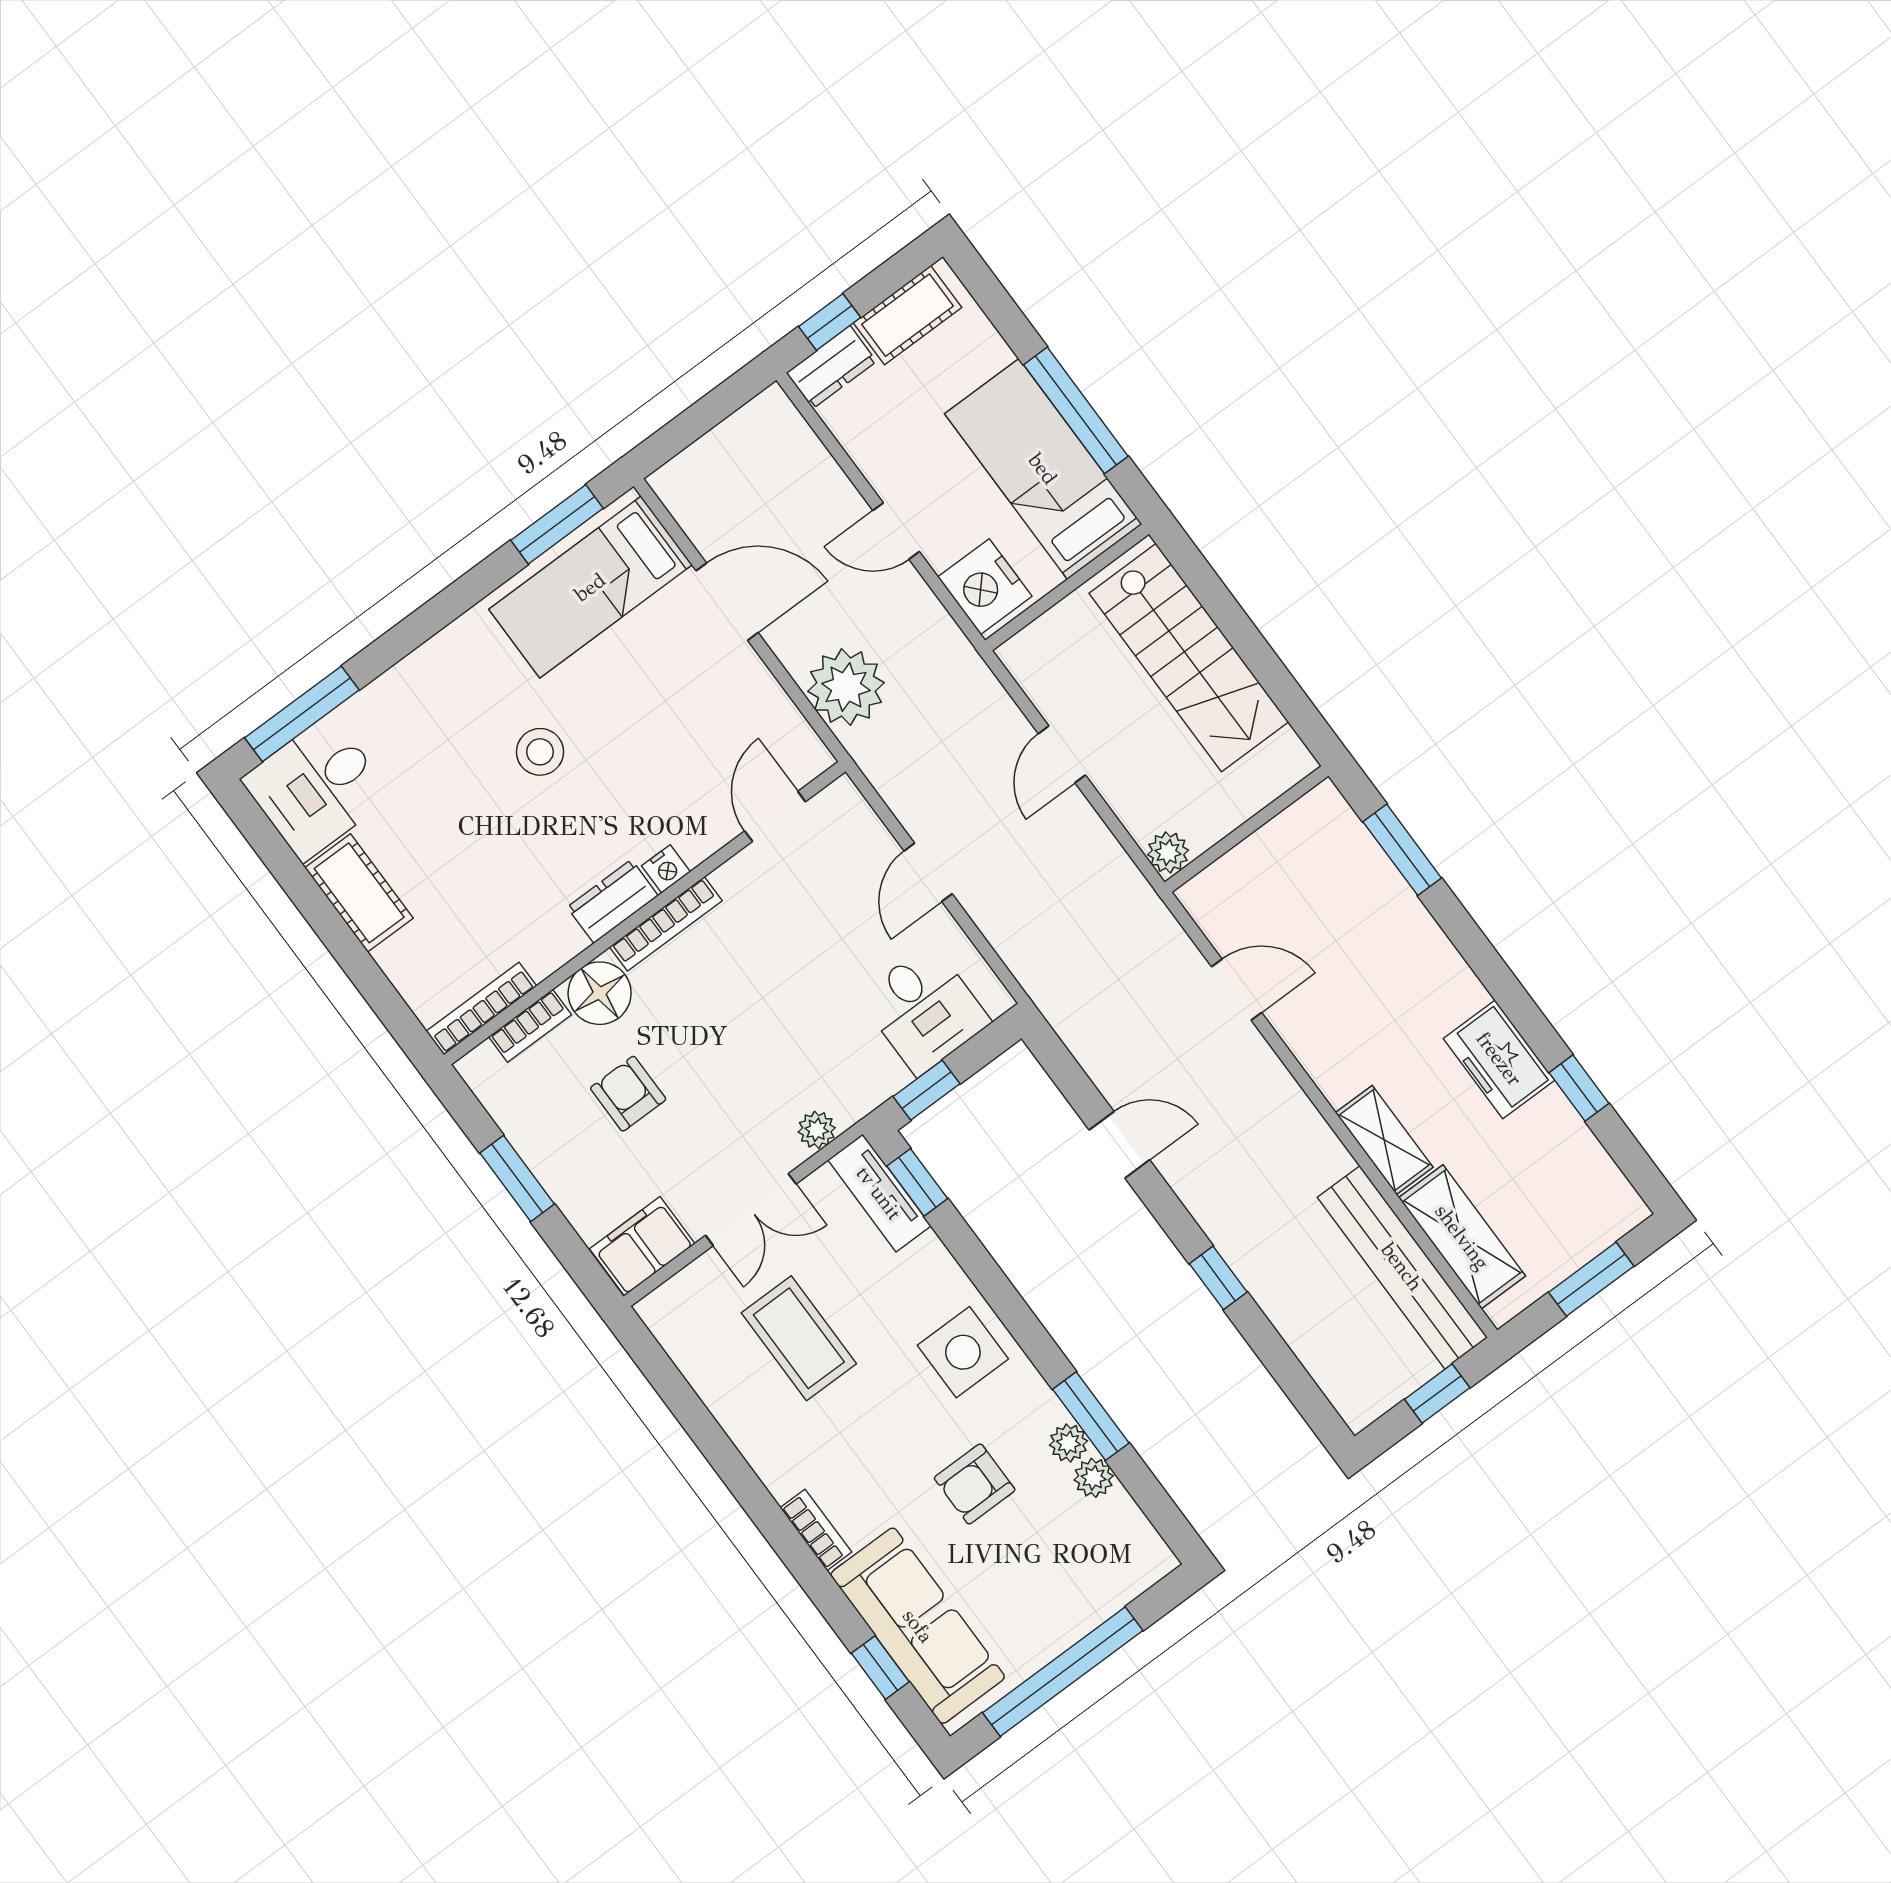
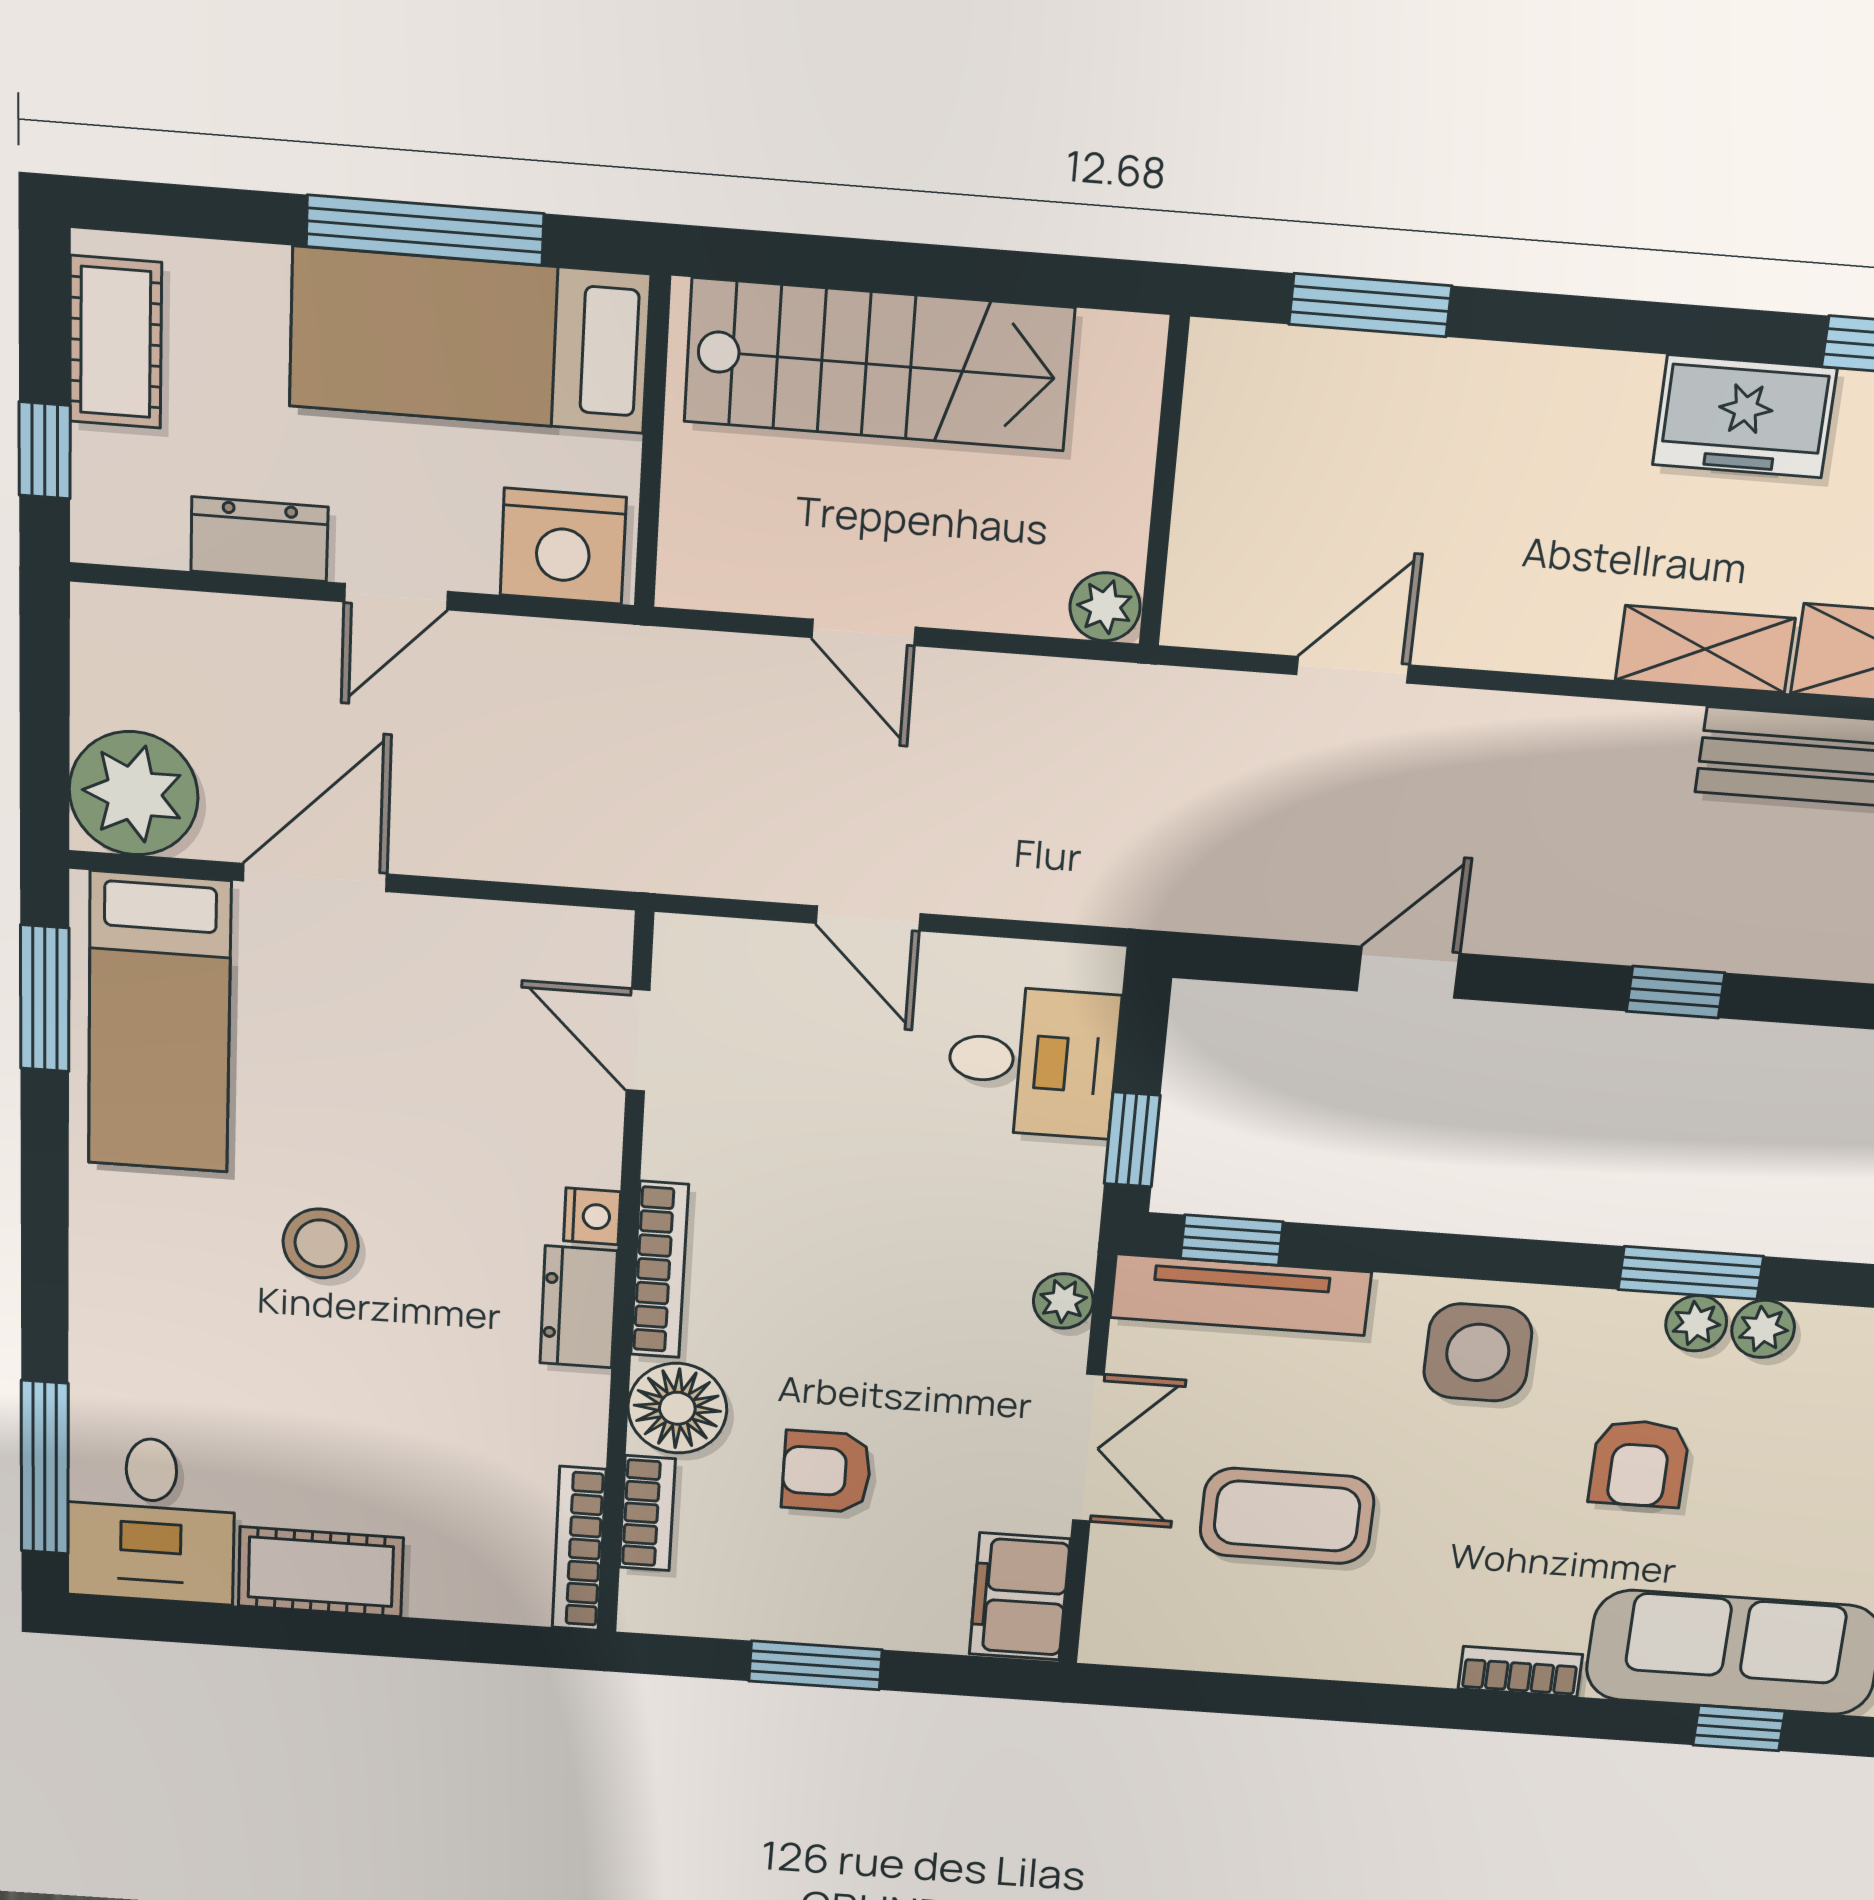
dresser: (831, 367) -> (259, 539), moved, turned -90
plant: (846, 687) -> (134, 793), moved
tv unit: (879, 1193) -> (1241, 1295), width x1.41

